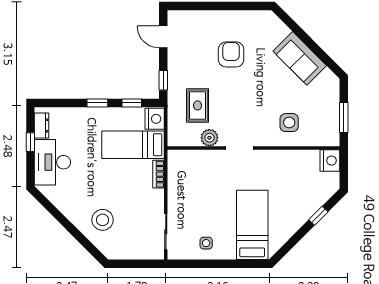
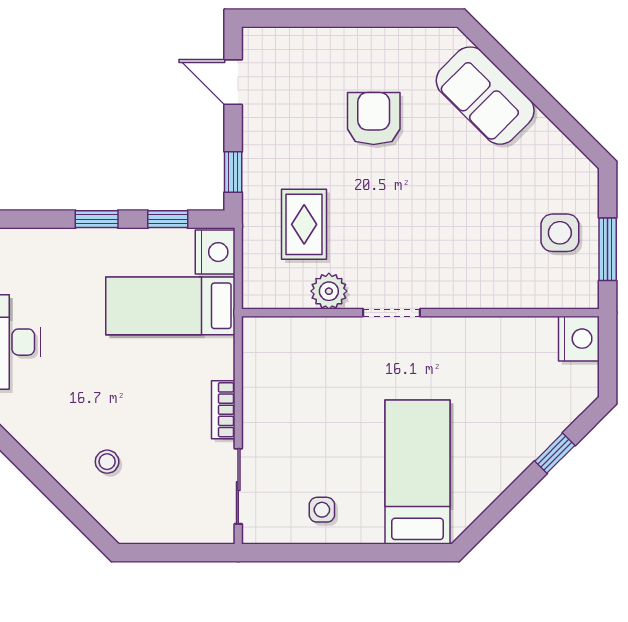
sofa: (300, 58) -> (485, 96), moved
side table: (289, 123) -> (560, 233), moved
bookcase: (159, 174) -> (223, 410), moved
stool: (103, 220) -> (107, 462), width x0.53, depth x0.53

